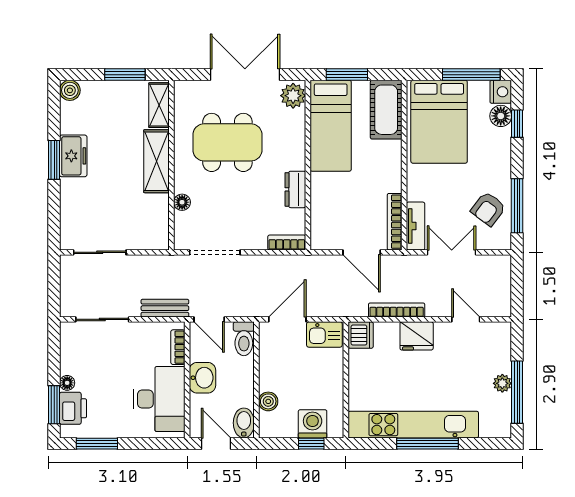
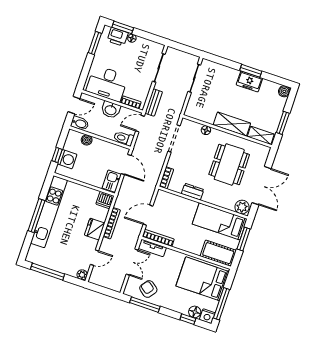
plant: (502, 383) -> (82, 275), moved

